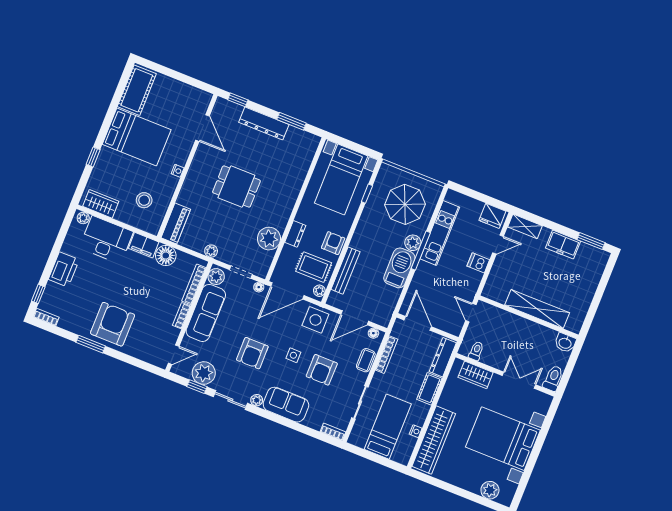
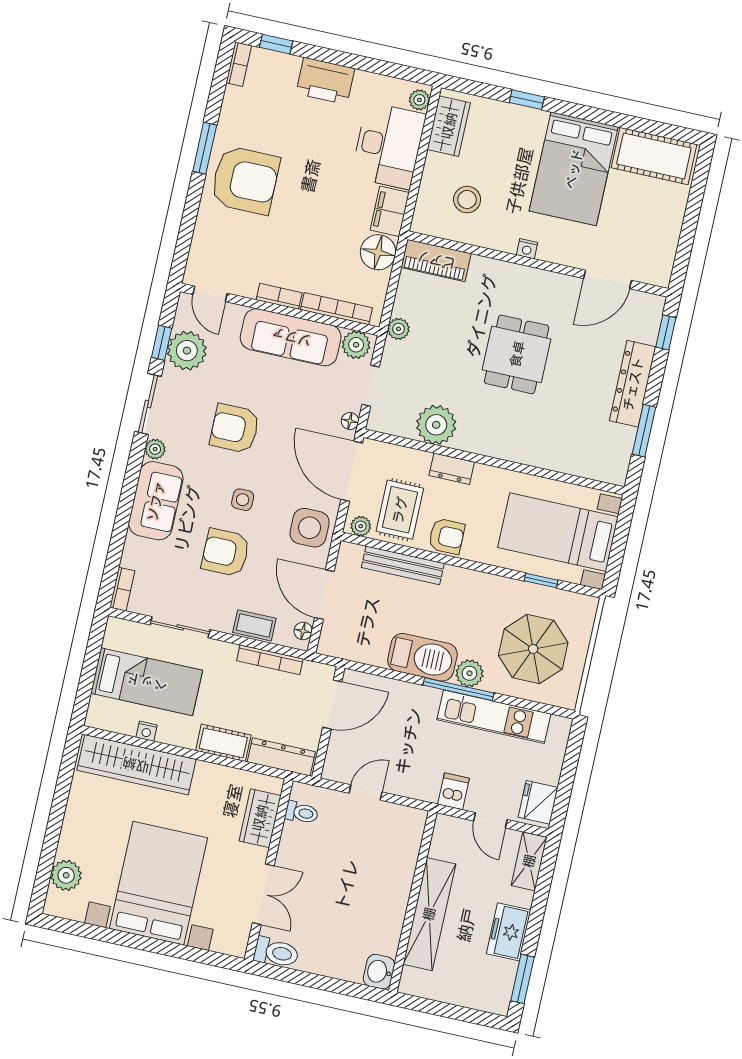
shelving: (537, 309) -> (429, 914), moved
wall: (529, 317) -> (413, 902), moved
washbasin: (565, 343) -> (379, 972), moved

